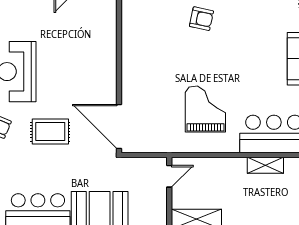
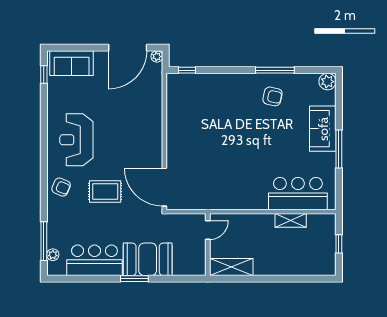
armchair: (201, 19) -> (272, 96), moved
grand piano: (205, 109) -> (239, 172), removed

